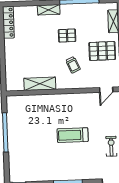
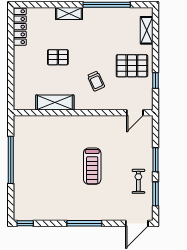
pallet: (67, 36) -> (58, 57), moved
treadmill: (73, 135) -> (92, 166), turned -90

